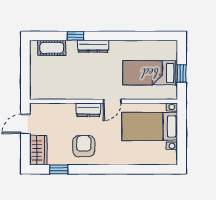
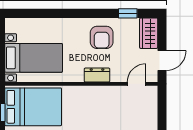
bed: (150, 73) -> (33, 107), width x1.50
door: (112, 101) -> (137, 84), moved

